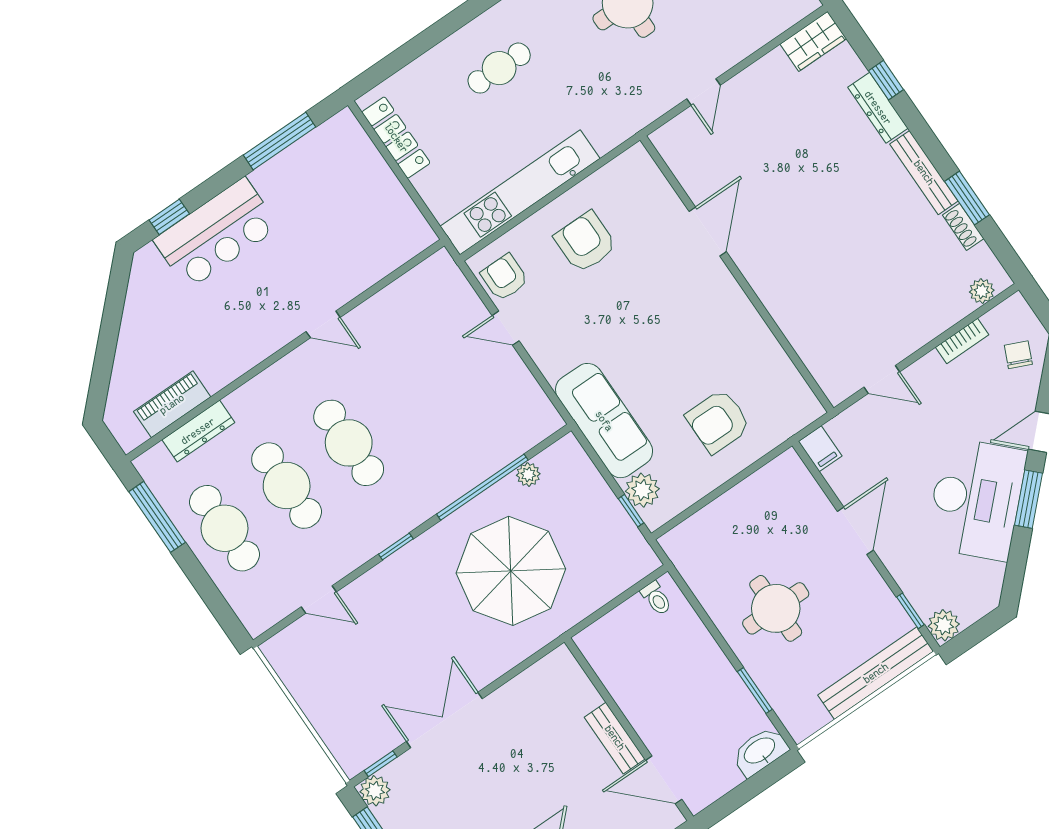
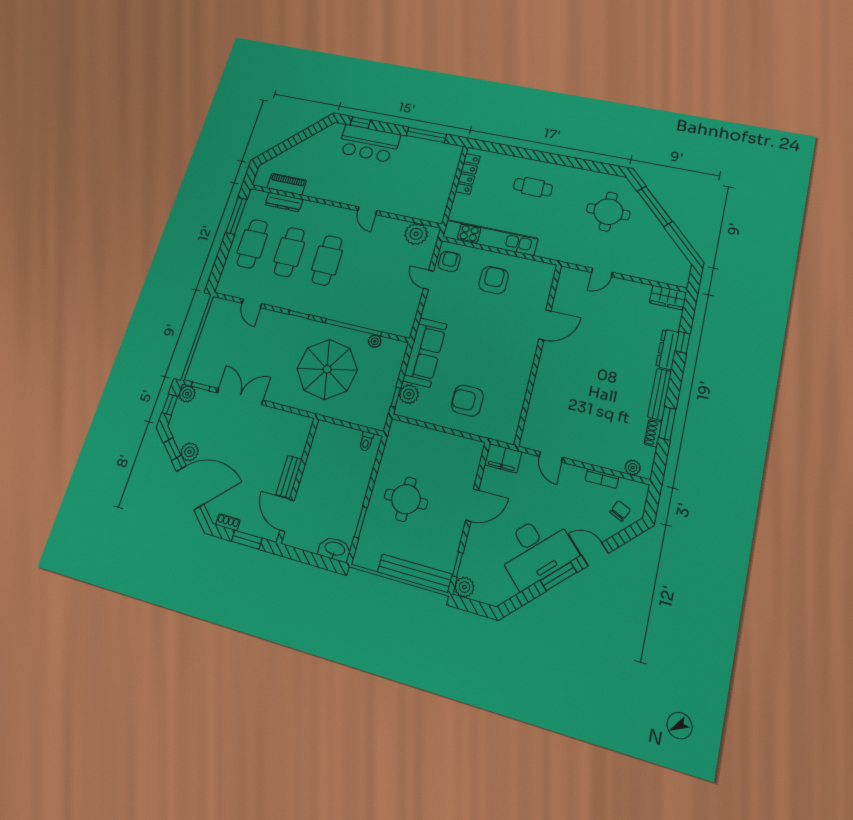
plant: (422, 287) -> (416, 234), added
filing cabinet: (820, 449) -> (503, 458), width x2.00

